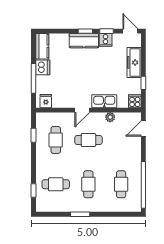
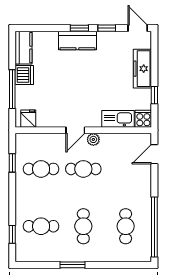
cooker: (106, 40) -> (105, 39), removed
kitchen sink: (104, 101) -> (118, 119), moved
plant: (110, 117) -> (93, 139), moved
cafe table: (56, 140) -> (41, 169), turned 90

